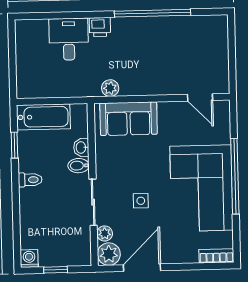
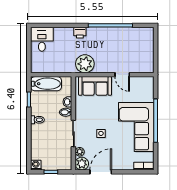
desk: (69, 39) -> (42, 39), moved
plant: (110, 88) -> (85, 64), width x1.88, depth x1.88
door: (200, 97) -> (122, 75), moved

